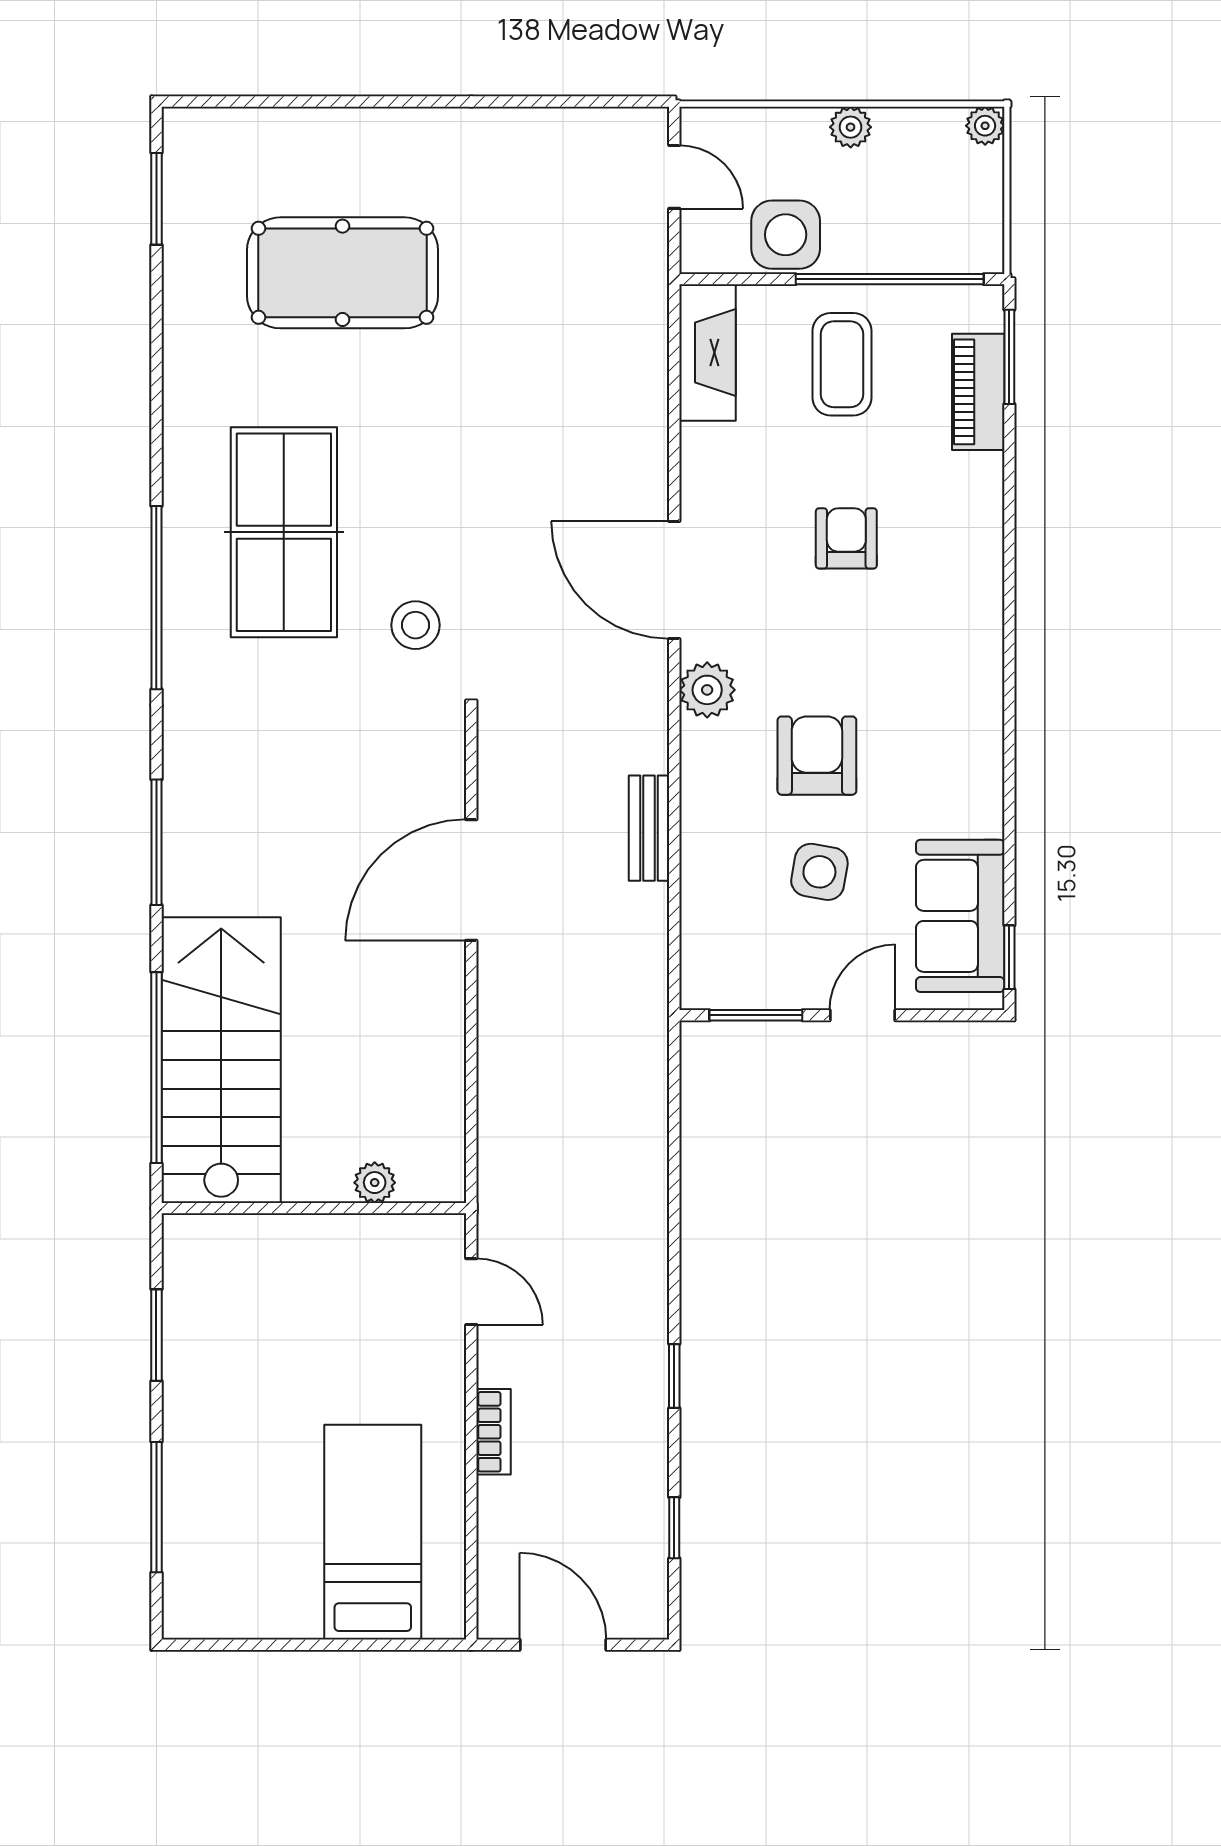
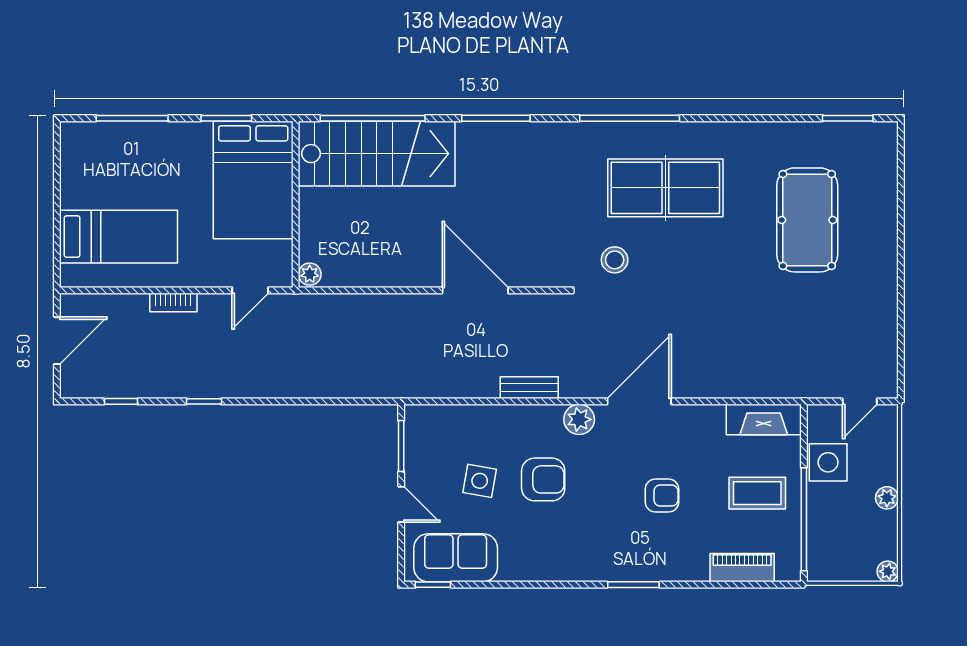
window: (1009, 357) -> (633, 585), moved
bench: (649, 828) -> (529, 388), moved
plant: (375, 1183) -> (310, 274), moved
bed: (269, 1286) -> (253, 180), added

